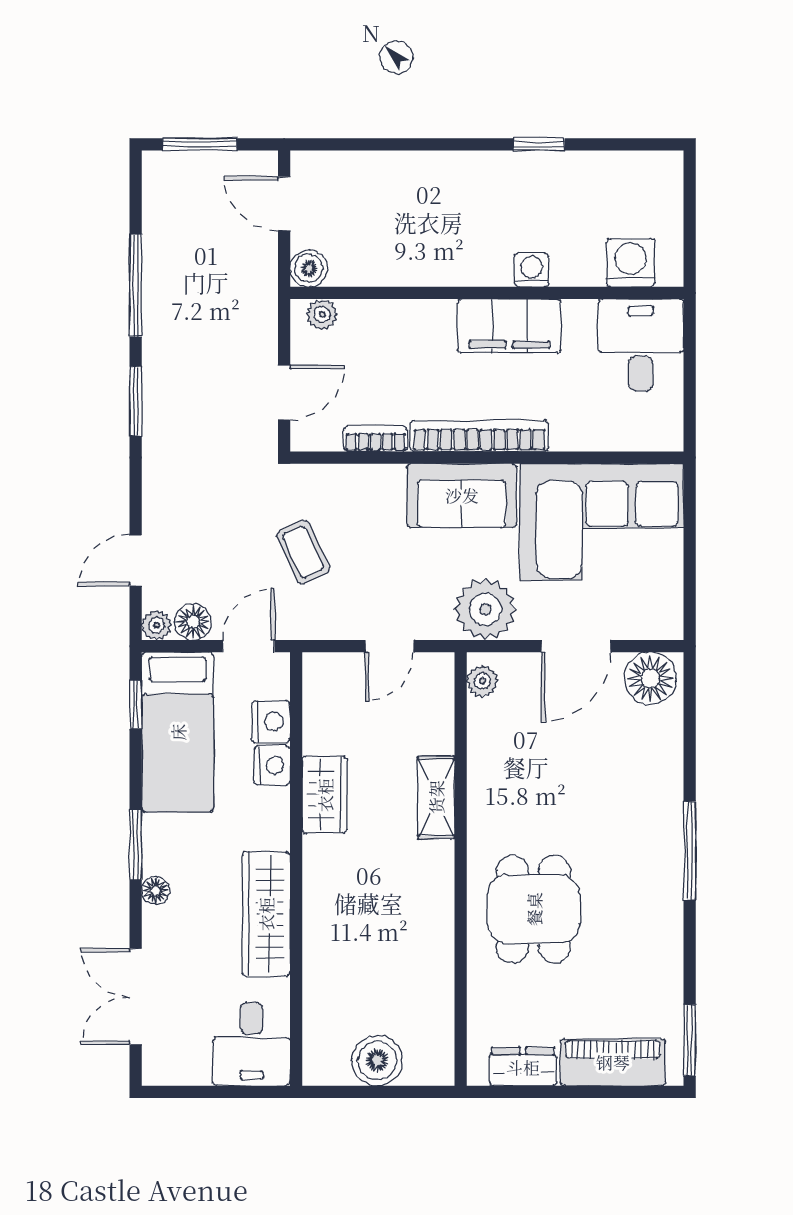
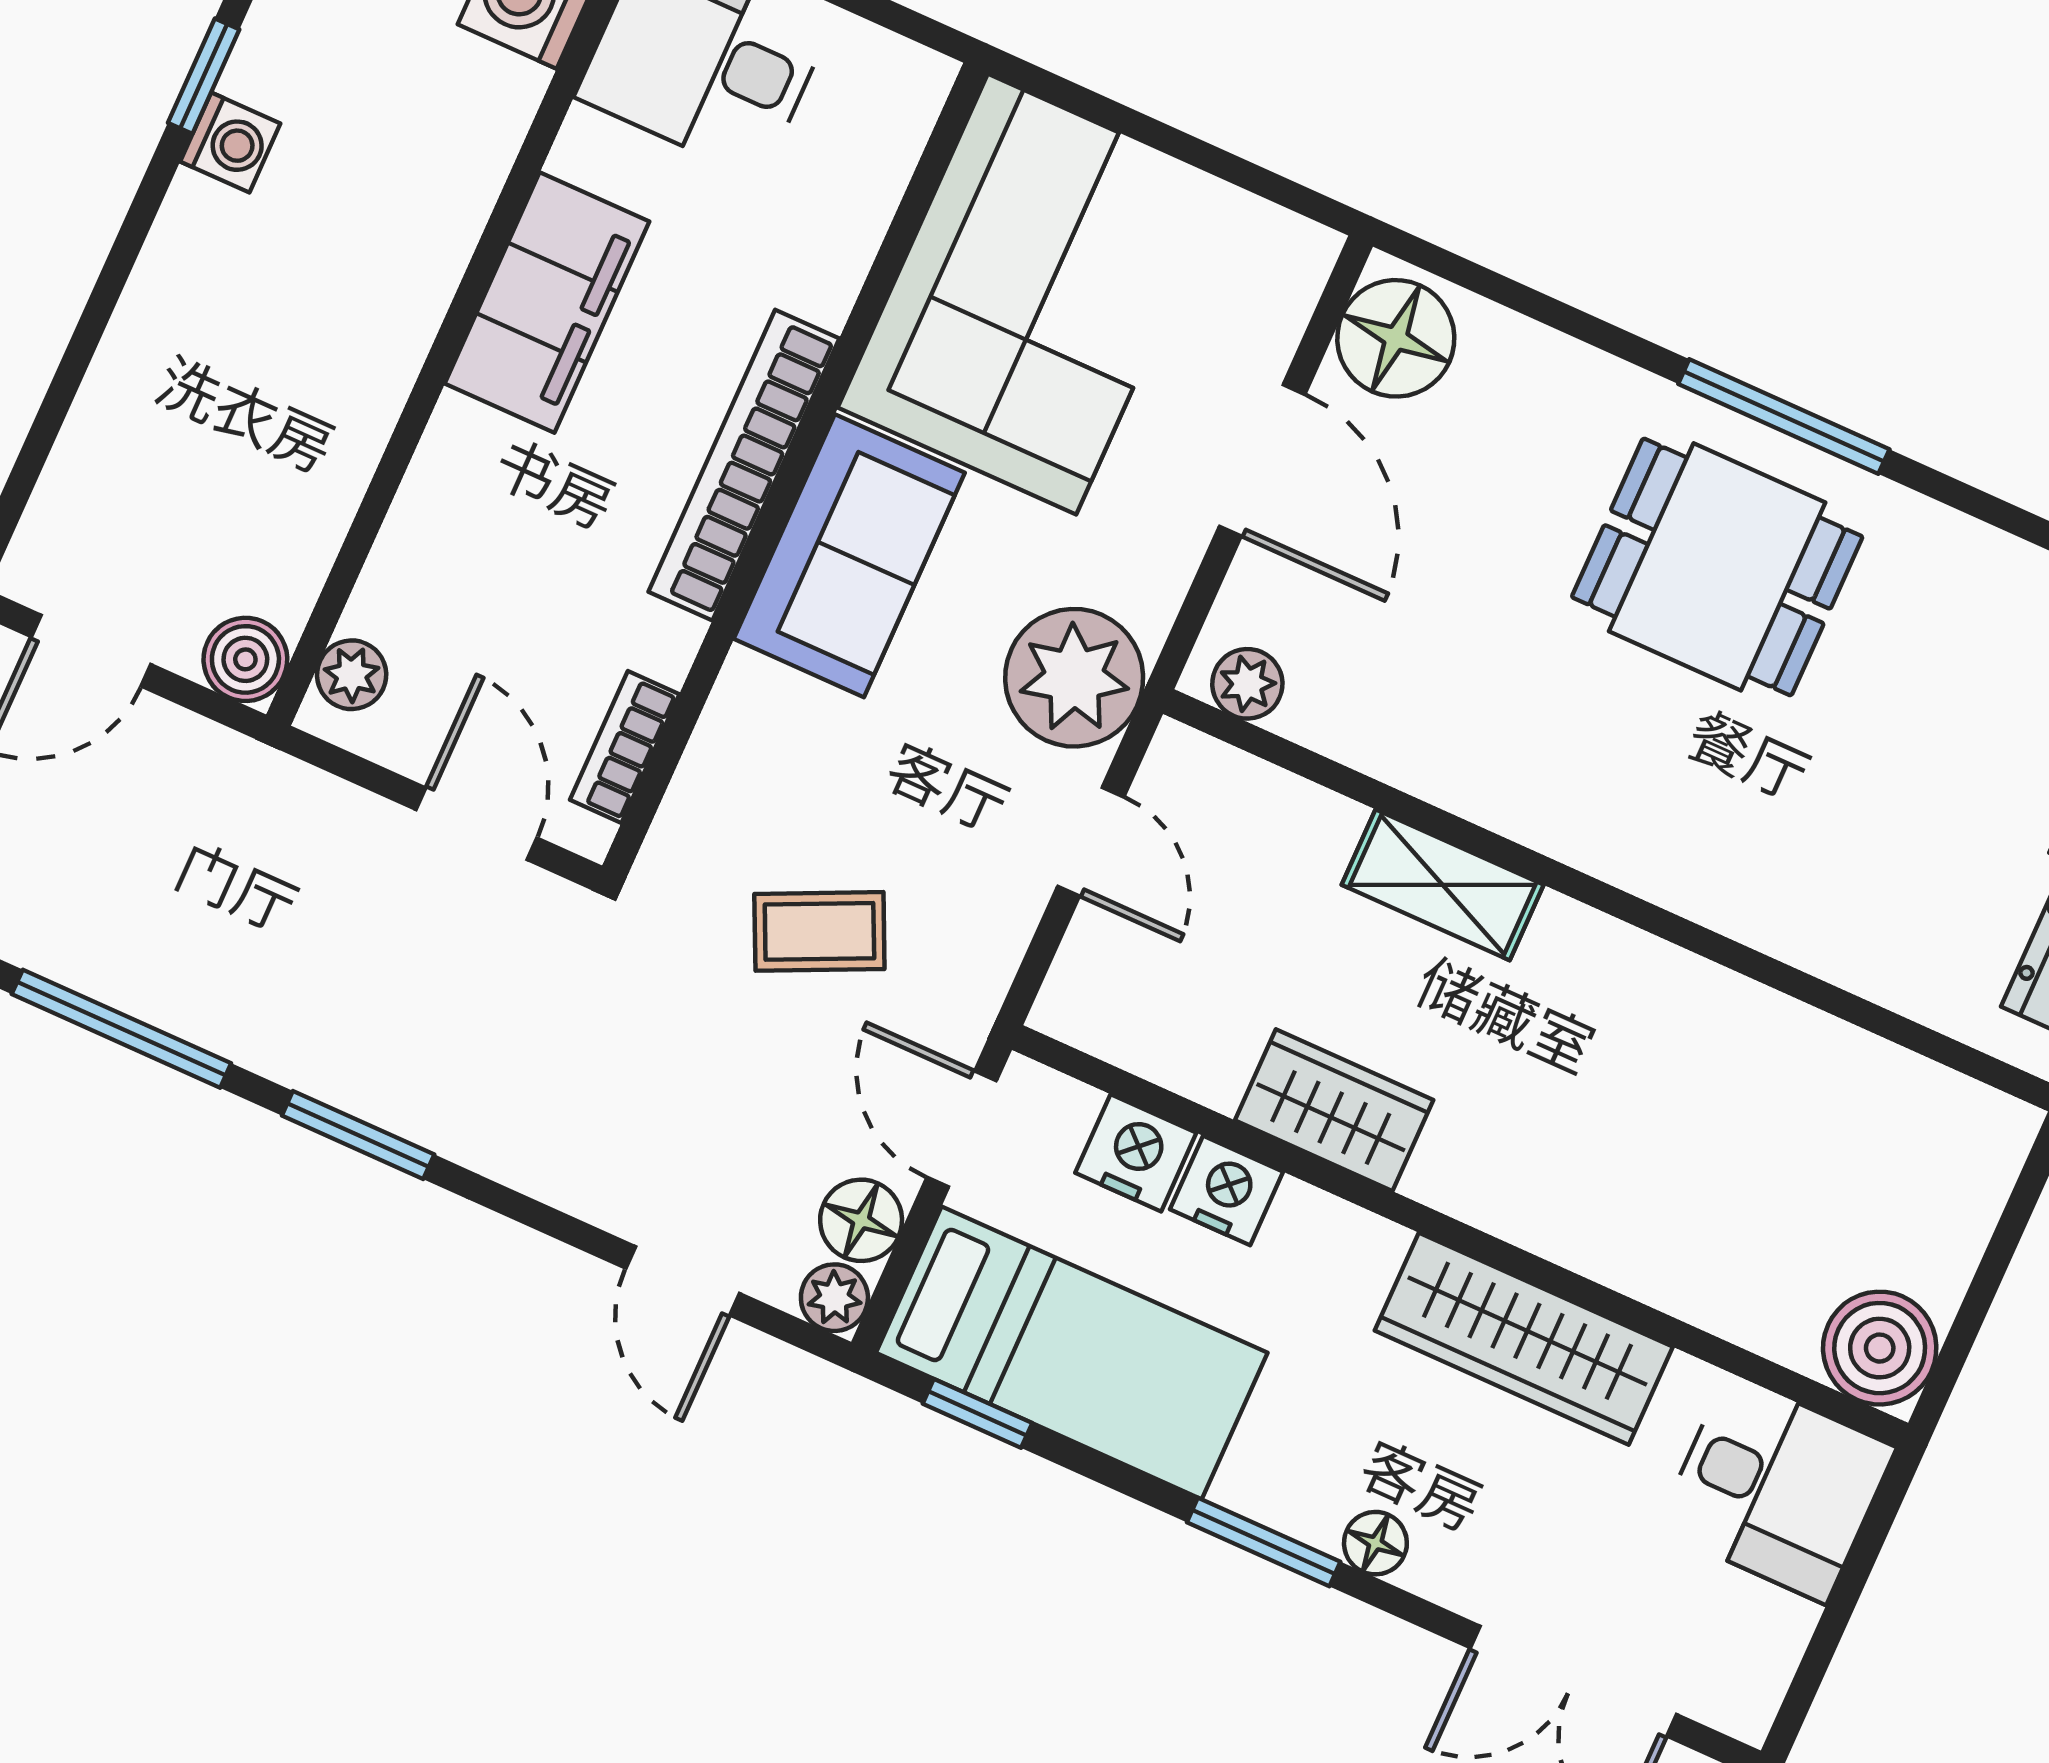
washing machine: (532, 270) -> (230, 143), moved, turned 180
bookcase: (375, 439) -> (625, 747), moved
plant: (485, 609) -> (1074, 678), moved
dining table: (534, 909) -> (1717, 567), moved
boiler: (377, 1060) -> (1880, 1348), moved

